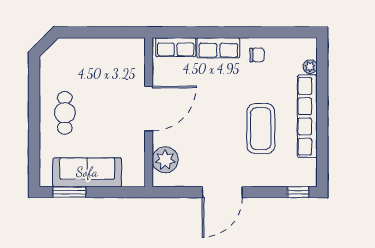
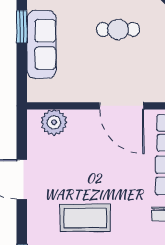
door: (149, 109) -> (122, 106), moved
cafe table: (65, 113) -> (118, 30), moved

